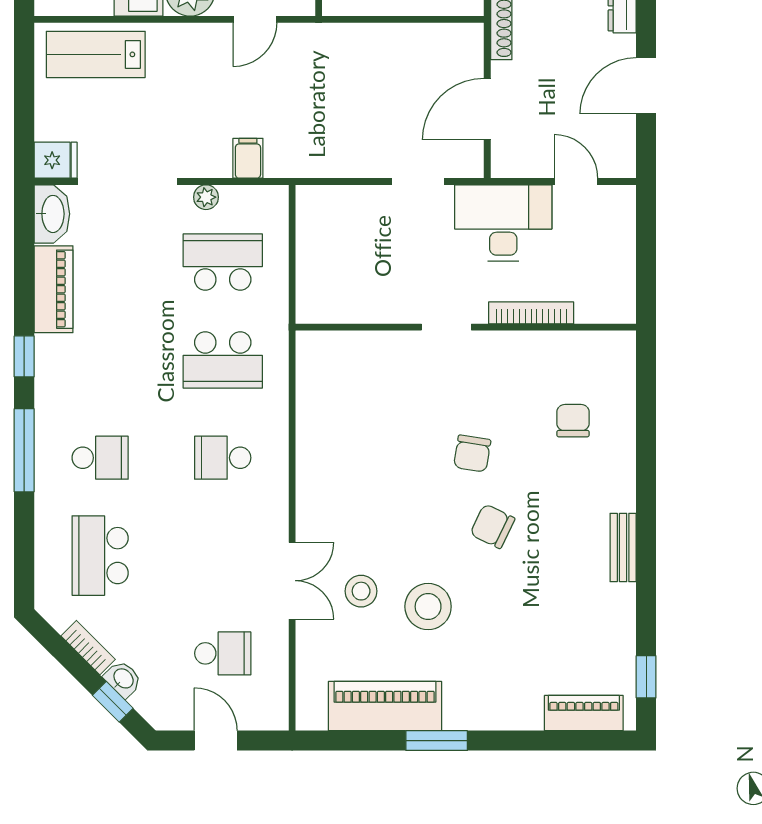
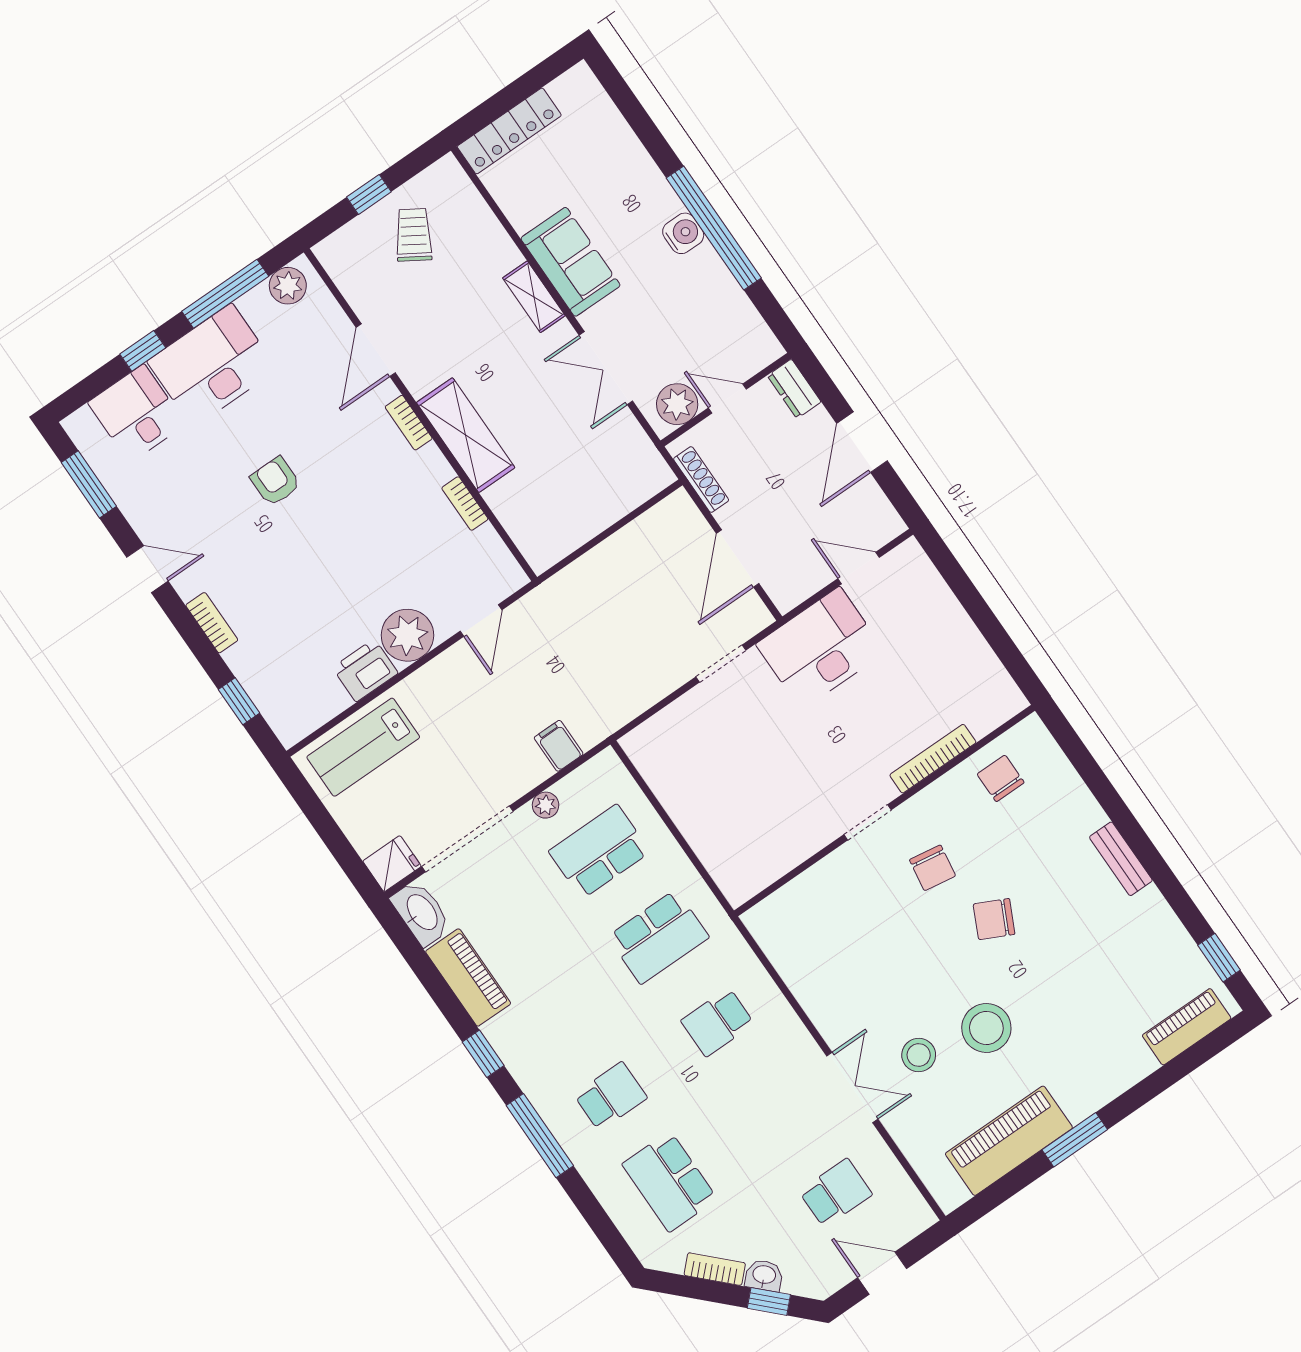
bookcase: (531, 313) -> (933, 759), moved
doorway: (446, 327) -> (867, 822), moved
wall: (466, 327) -> (884, 811), moved

